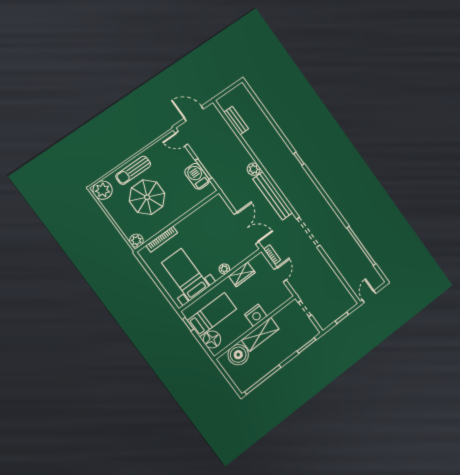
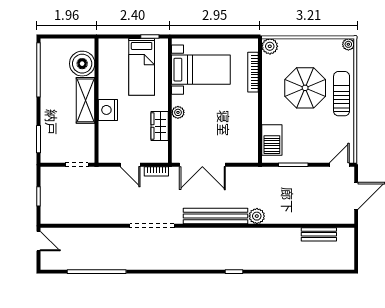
barbecue: (197, 176) -> (272, 140), moved, turned 90
plant: (103, 190) -> (348, 44), width x0.53, depth x0.53
floor lamp: (212, 339) -> (117, 49), removed

